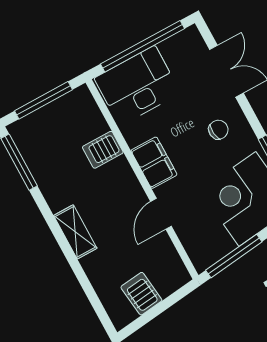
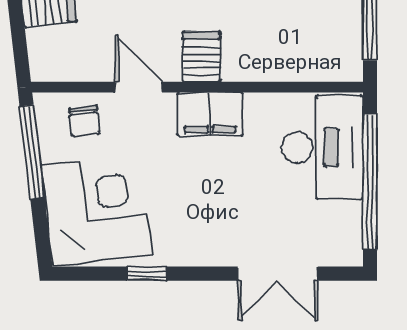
chair: (218, 130) -> (84, 121), moved
server rack: (103, 150) -> (202, 57), moved

